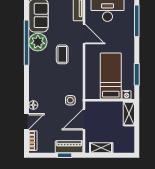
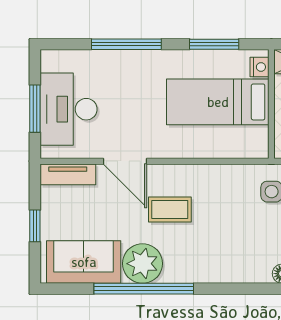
window: (137, 21) -> (126, 44), moved
door: (84, 34) -> (125, 161), swing flipped

